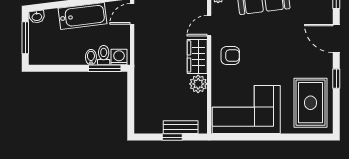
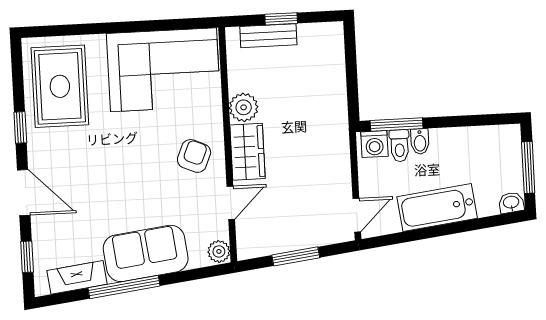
armchair: (230, 56) -> (194, 156), turned 113

